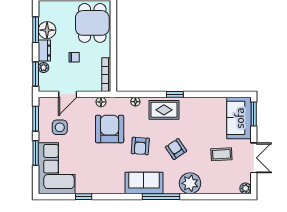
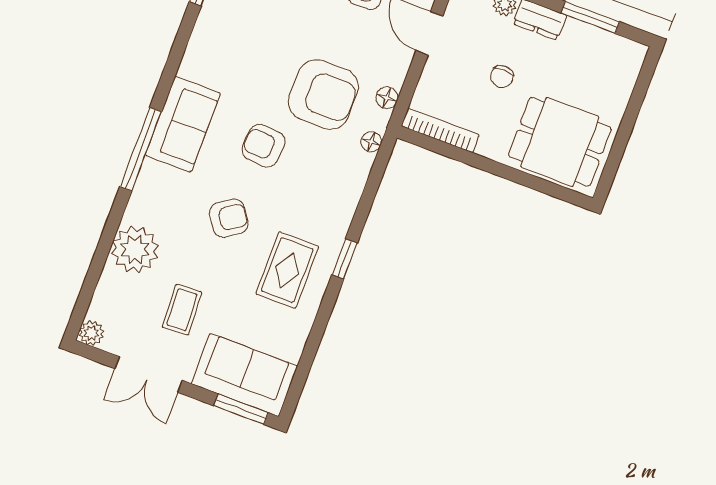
floor lamp: (47, 30) -> (581, 41), removed
floor lamp: (135, 102) -> (371, 142), moved
rug: (164, 110) -> (287, 270), moved
plant: (190, 183) -> (135, 250), moved

